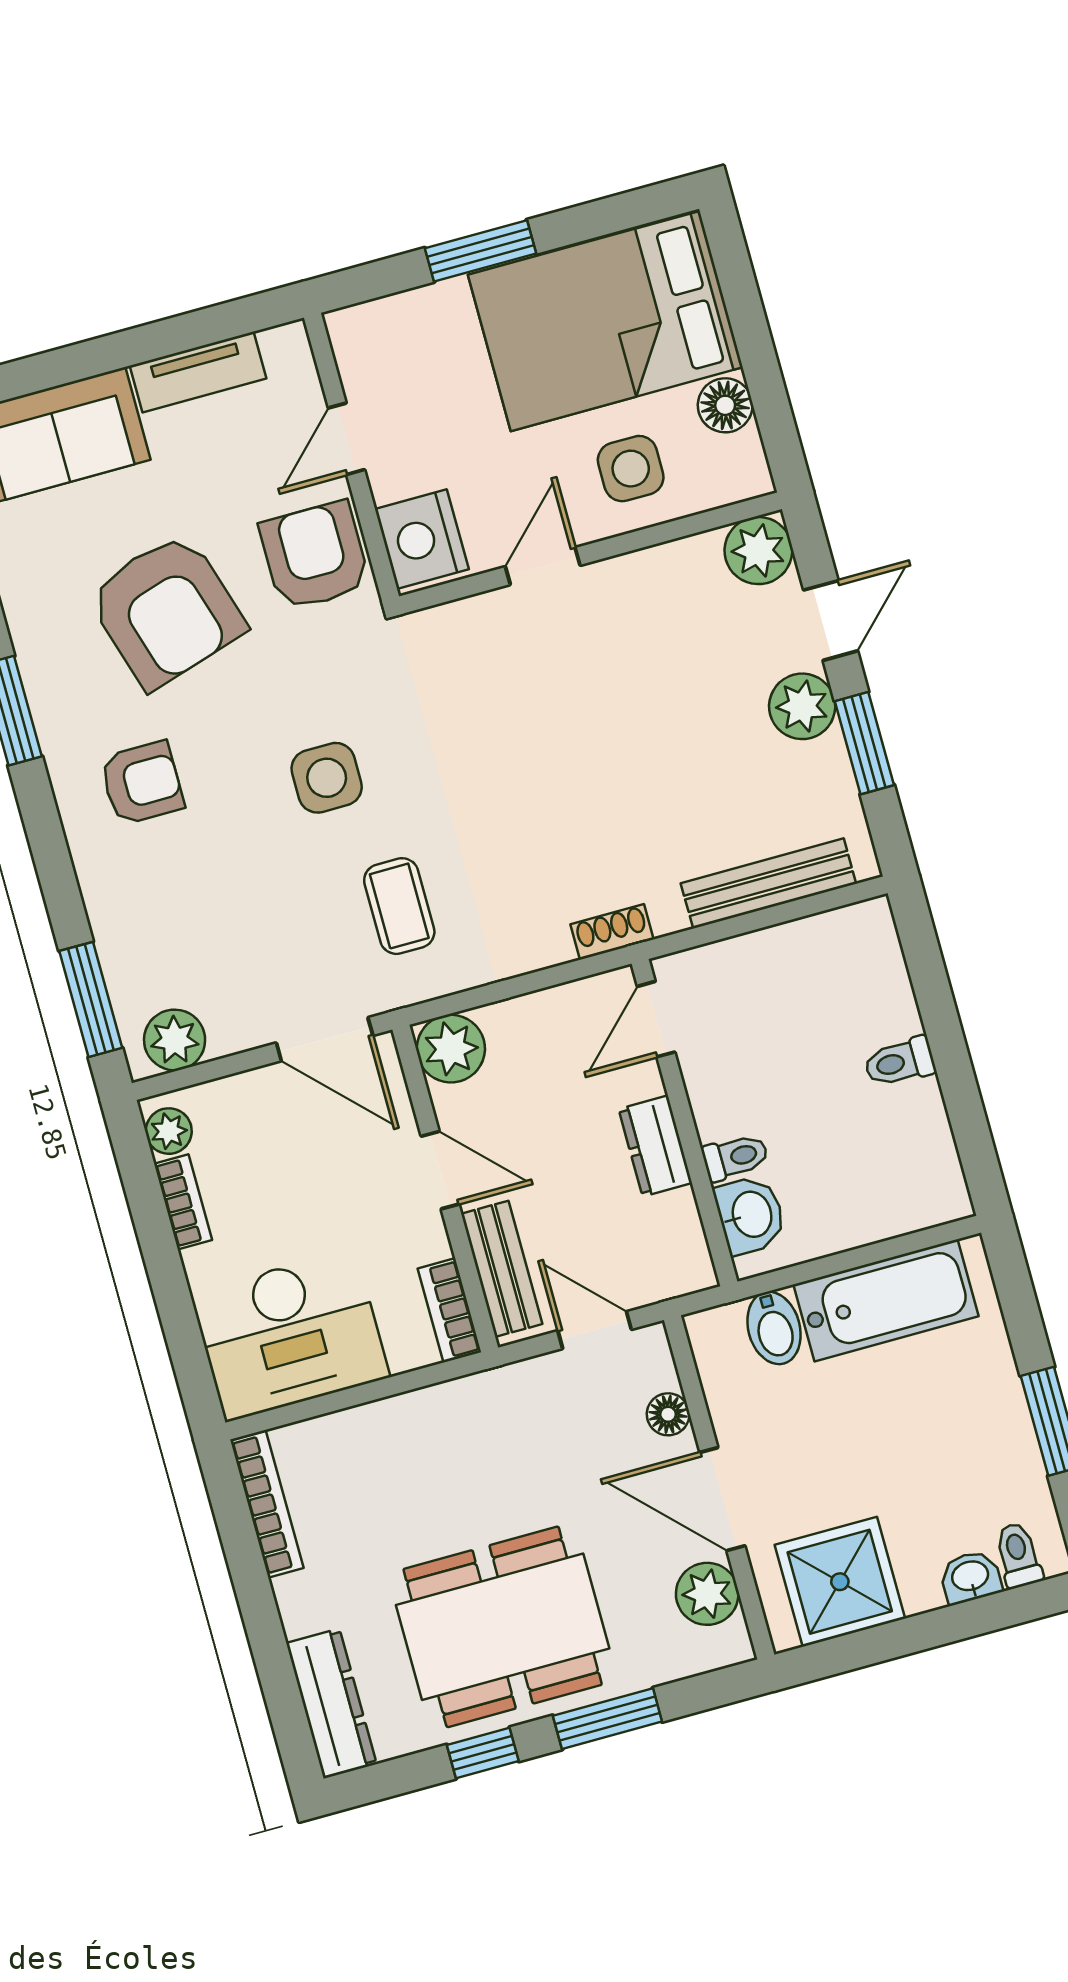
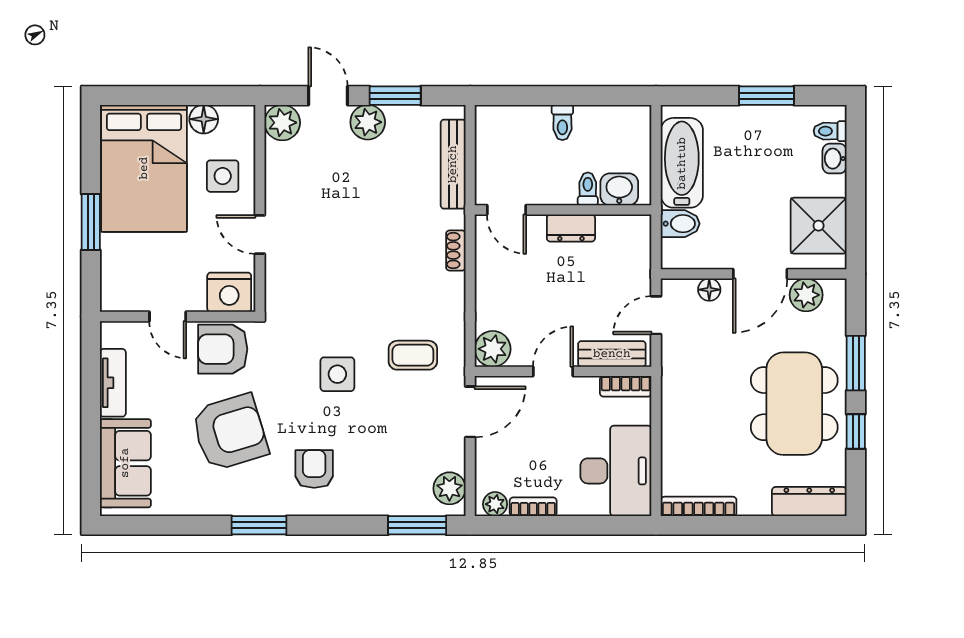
door: (656, 1019) -> (506, 210), moved
wall: (685, 1123) -> (563, 210), moved
dresser: (655, 1146) -> (571, 228), moved
toilet: (735, 1157) -> (588, 189), moved
washbasin: (750, 1215) -> (619, 189), moved

